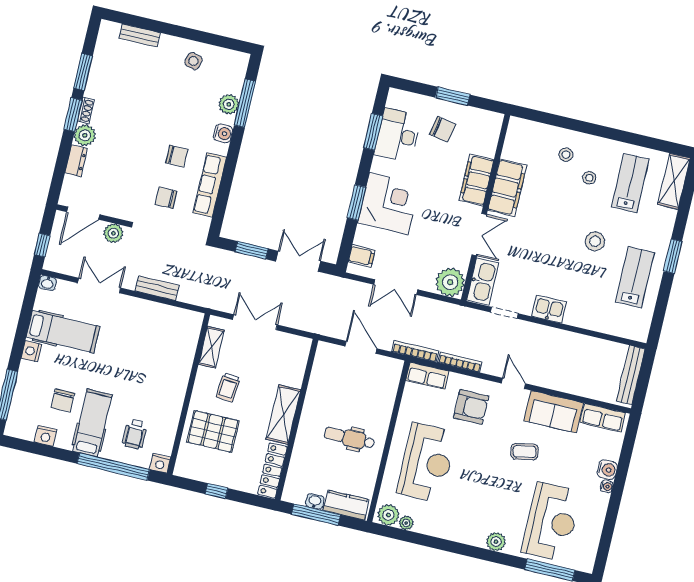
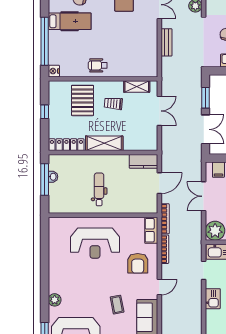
wheelchair: (135, 434) -> (98, 65), moved
kitchen counter: (346, 505) -> (144, 161), moved, turned 90
plant: (388, 515) -> (55, 226), removed
plant: (406, 523) -> (53, 239), removed

